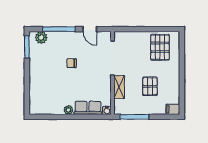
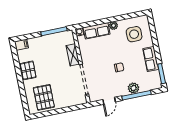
door: (90, 29) -> (109, 101), swing flipped
plant: (41, 38) -> (133, 88), moved
row of seats: (35, 65) -> (151, 59), added
pallet: (150, 86) -> (28, 70), moved
side table: (48, 96) -> (134, 34), added

